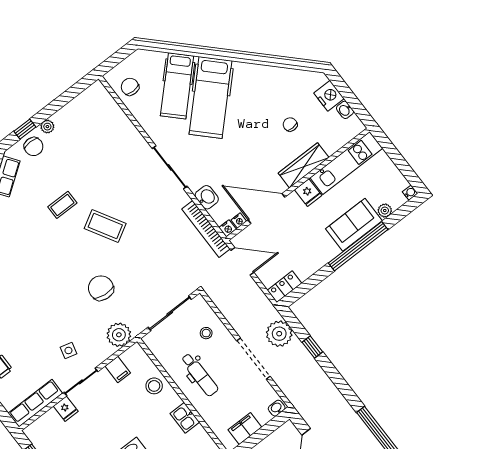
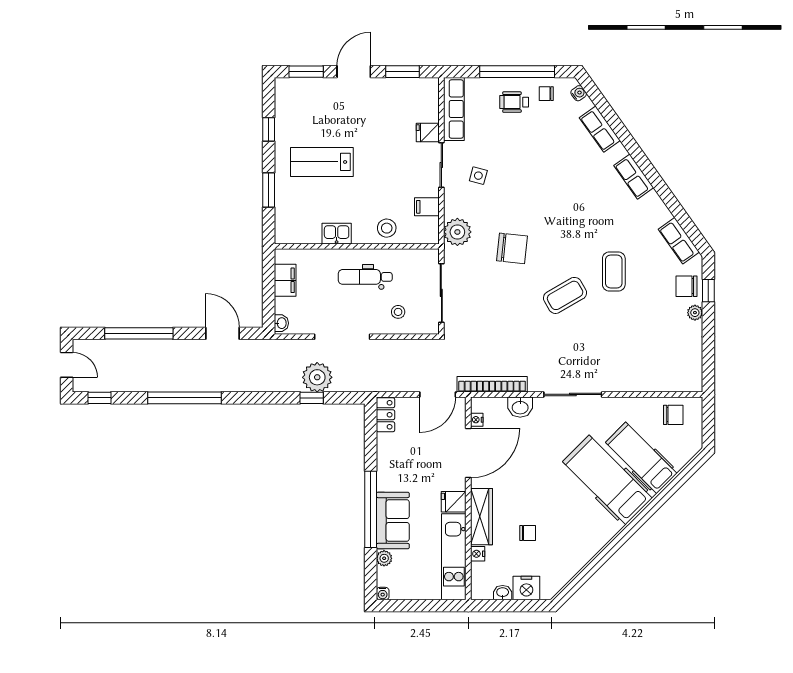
coffee table: (62, 205) -> (614, 271), width x1.36, depth x1.30
nightstand: (228, 228) -> (478, 554), moved
plant: (279, 334) -> (317, 377), moved

